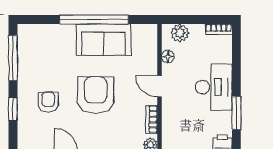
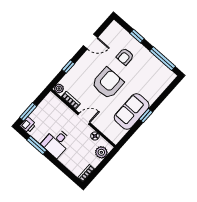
window: (94, 20) -> (146, 116), width x0.32
desk: (214, 87) -> (56, 143), width x0.73
armchair: (96, 95) -> (108, 83), turned -90
armchair: (48, 102) -> (125, 57), turned 90

